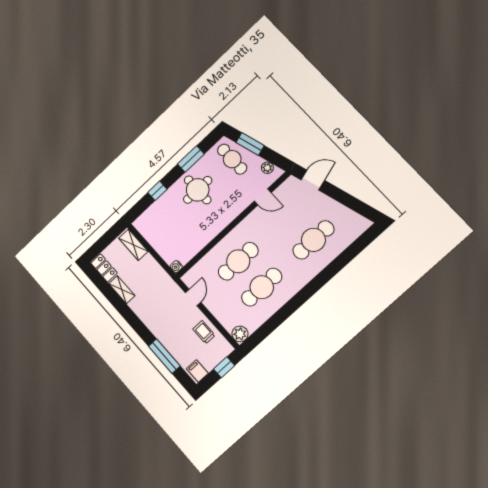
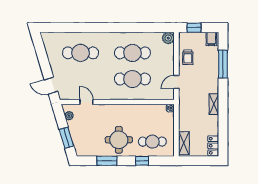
cafe table: (232, 159) -> (152, 142), moved, turned 90
shelving: (122, 290) -> (214, 104), moved

